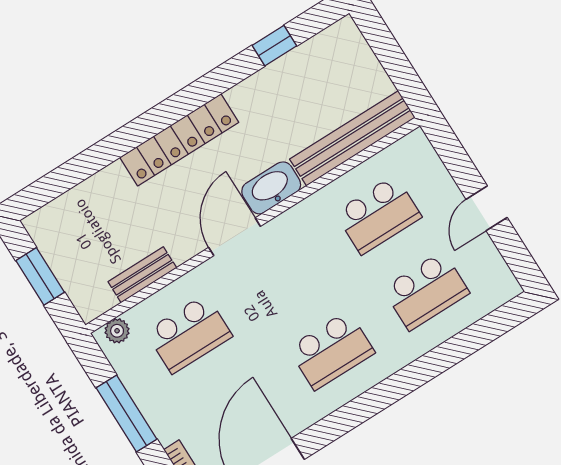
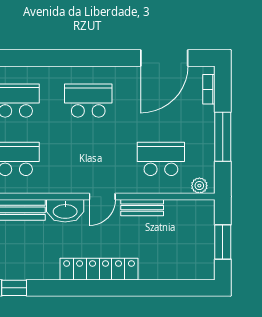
door: (235, 237) -> (102, 197), width x0.73
bench: (142, 275) -> (142, 208), moved

